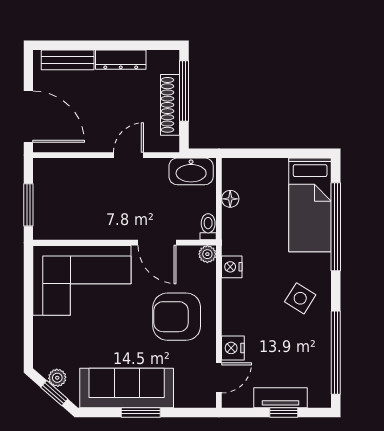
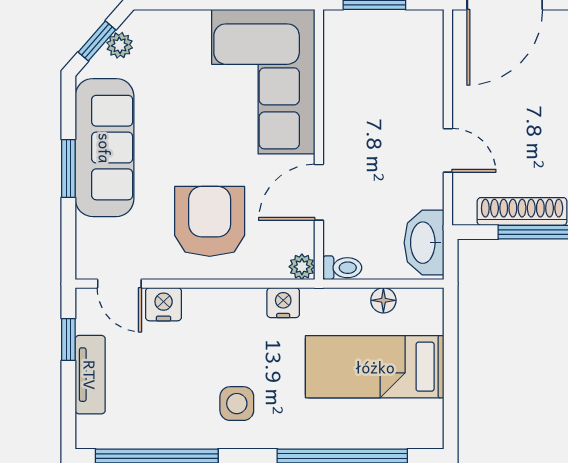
bed: (310, 205) -> (375, 367), moved
side table: (300, 298) -> (237, 404), turned -32
window: (284, 412) -> (68, 340), moved

